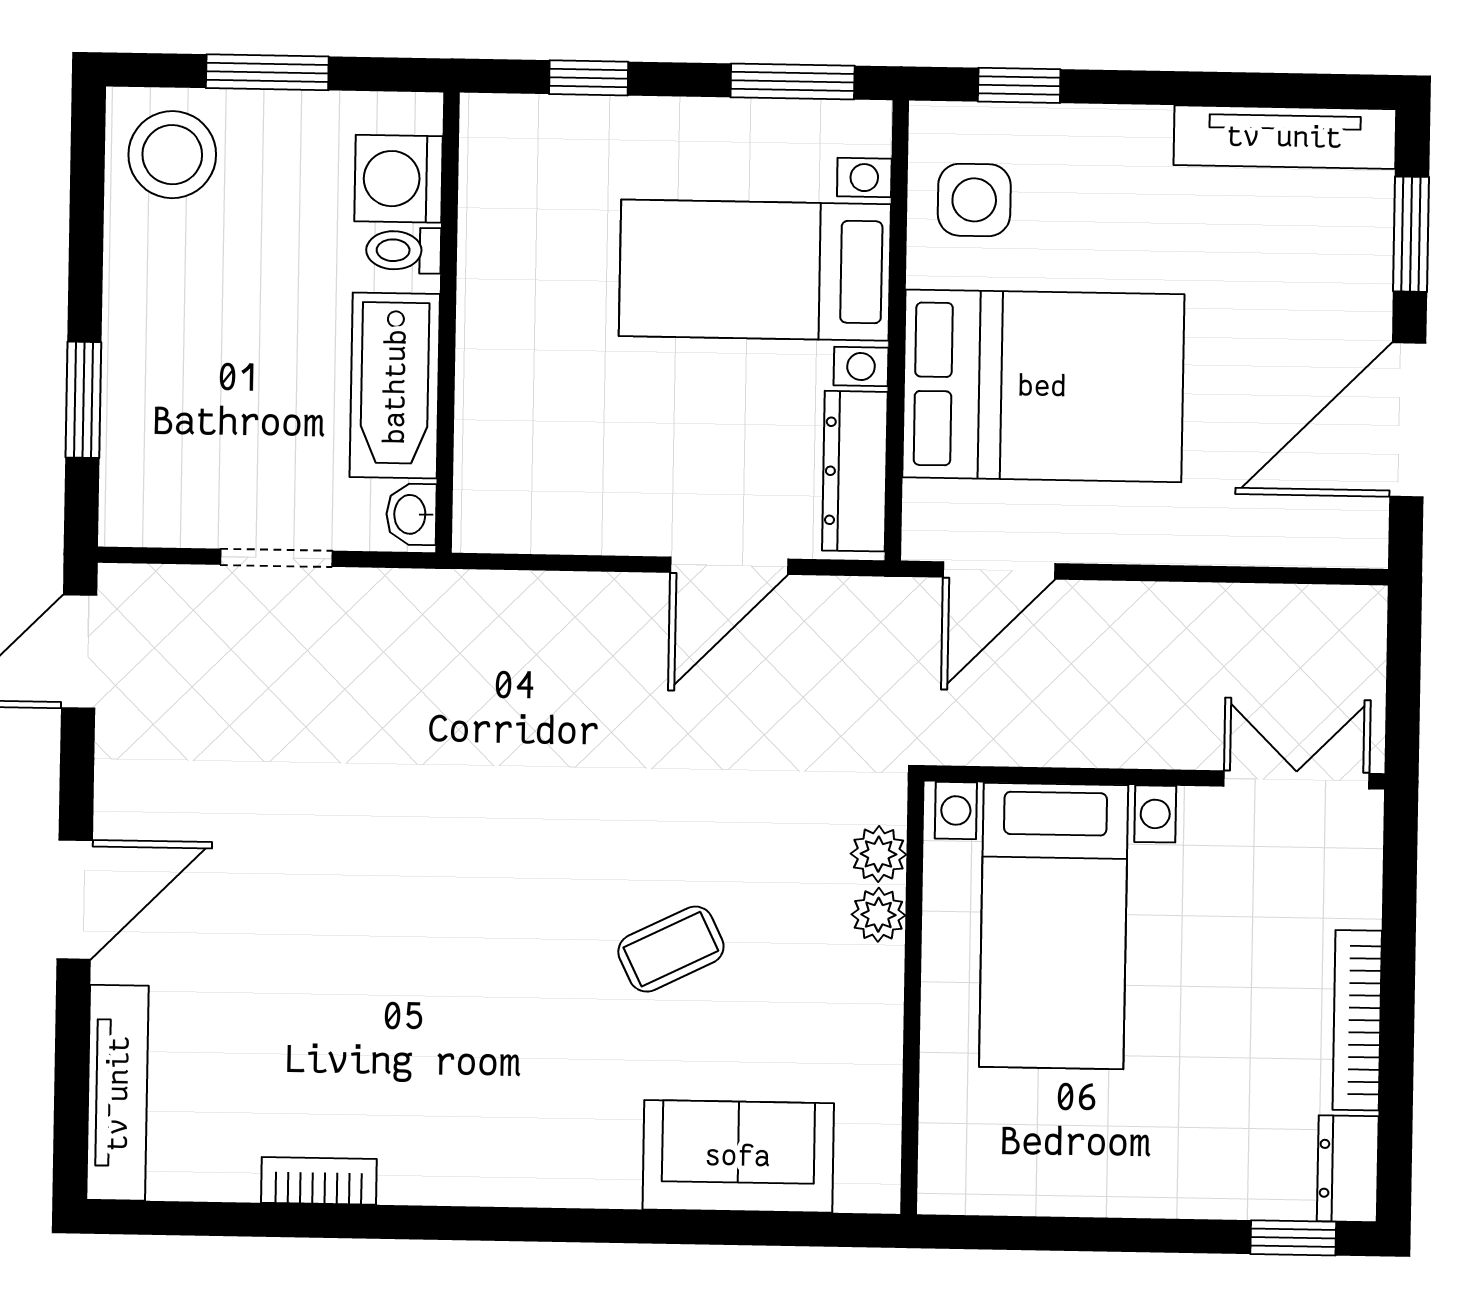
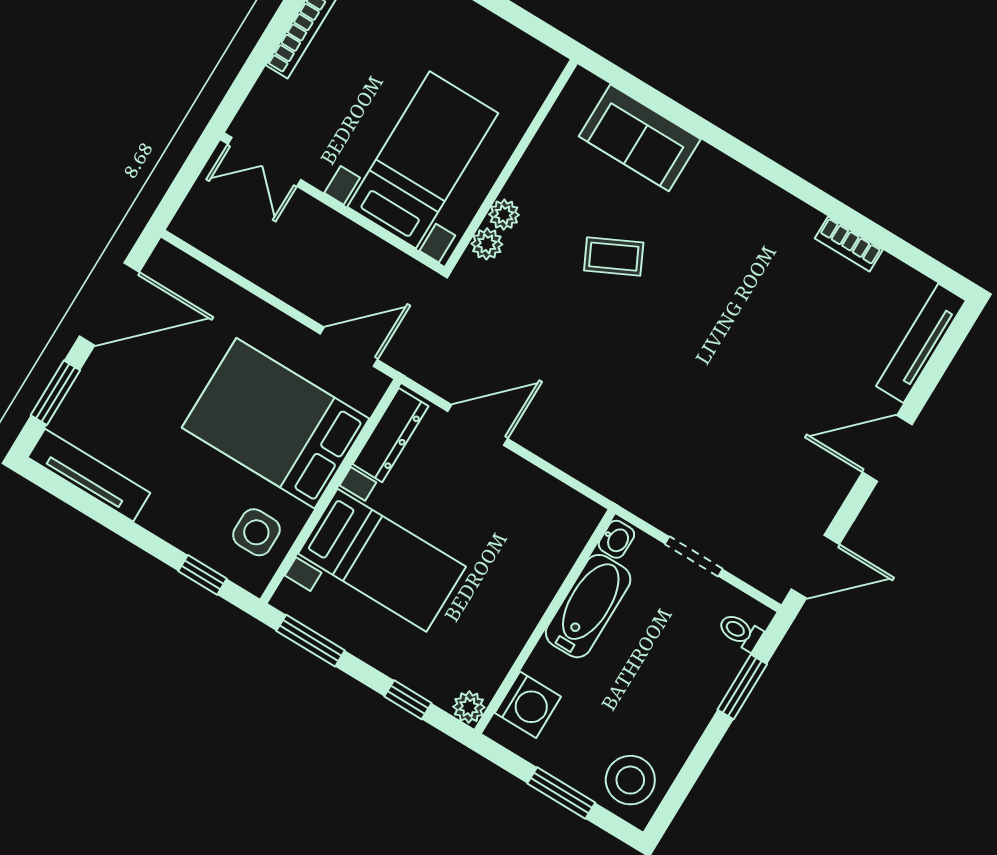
plant: (488, 122) -> (469, 707), added
toilet: (404, 250) -> (740, 632), moved, turned 180

